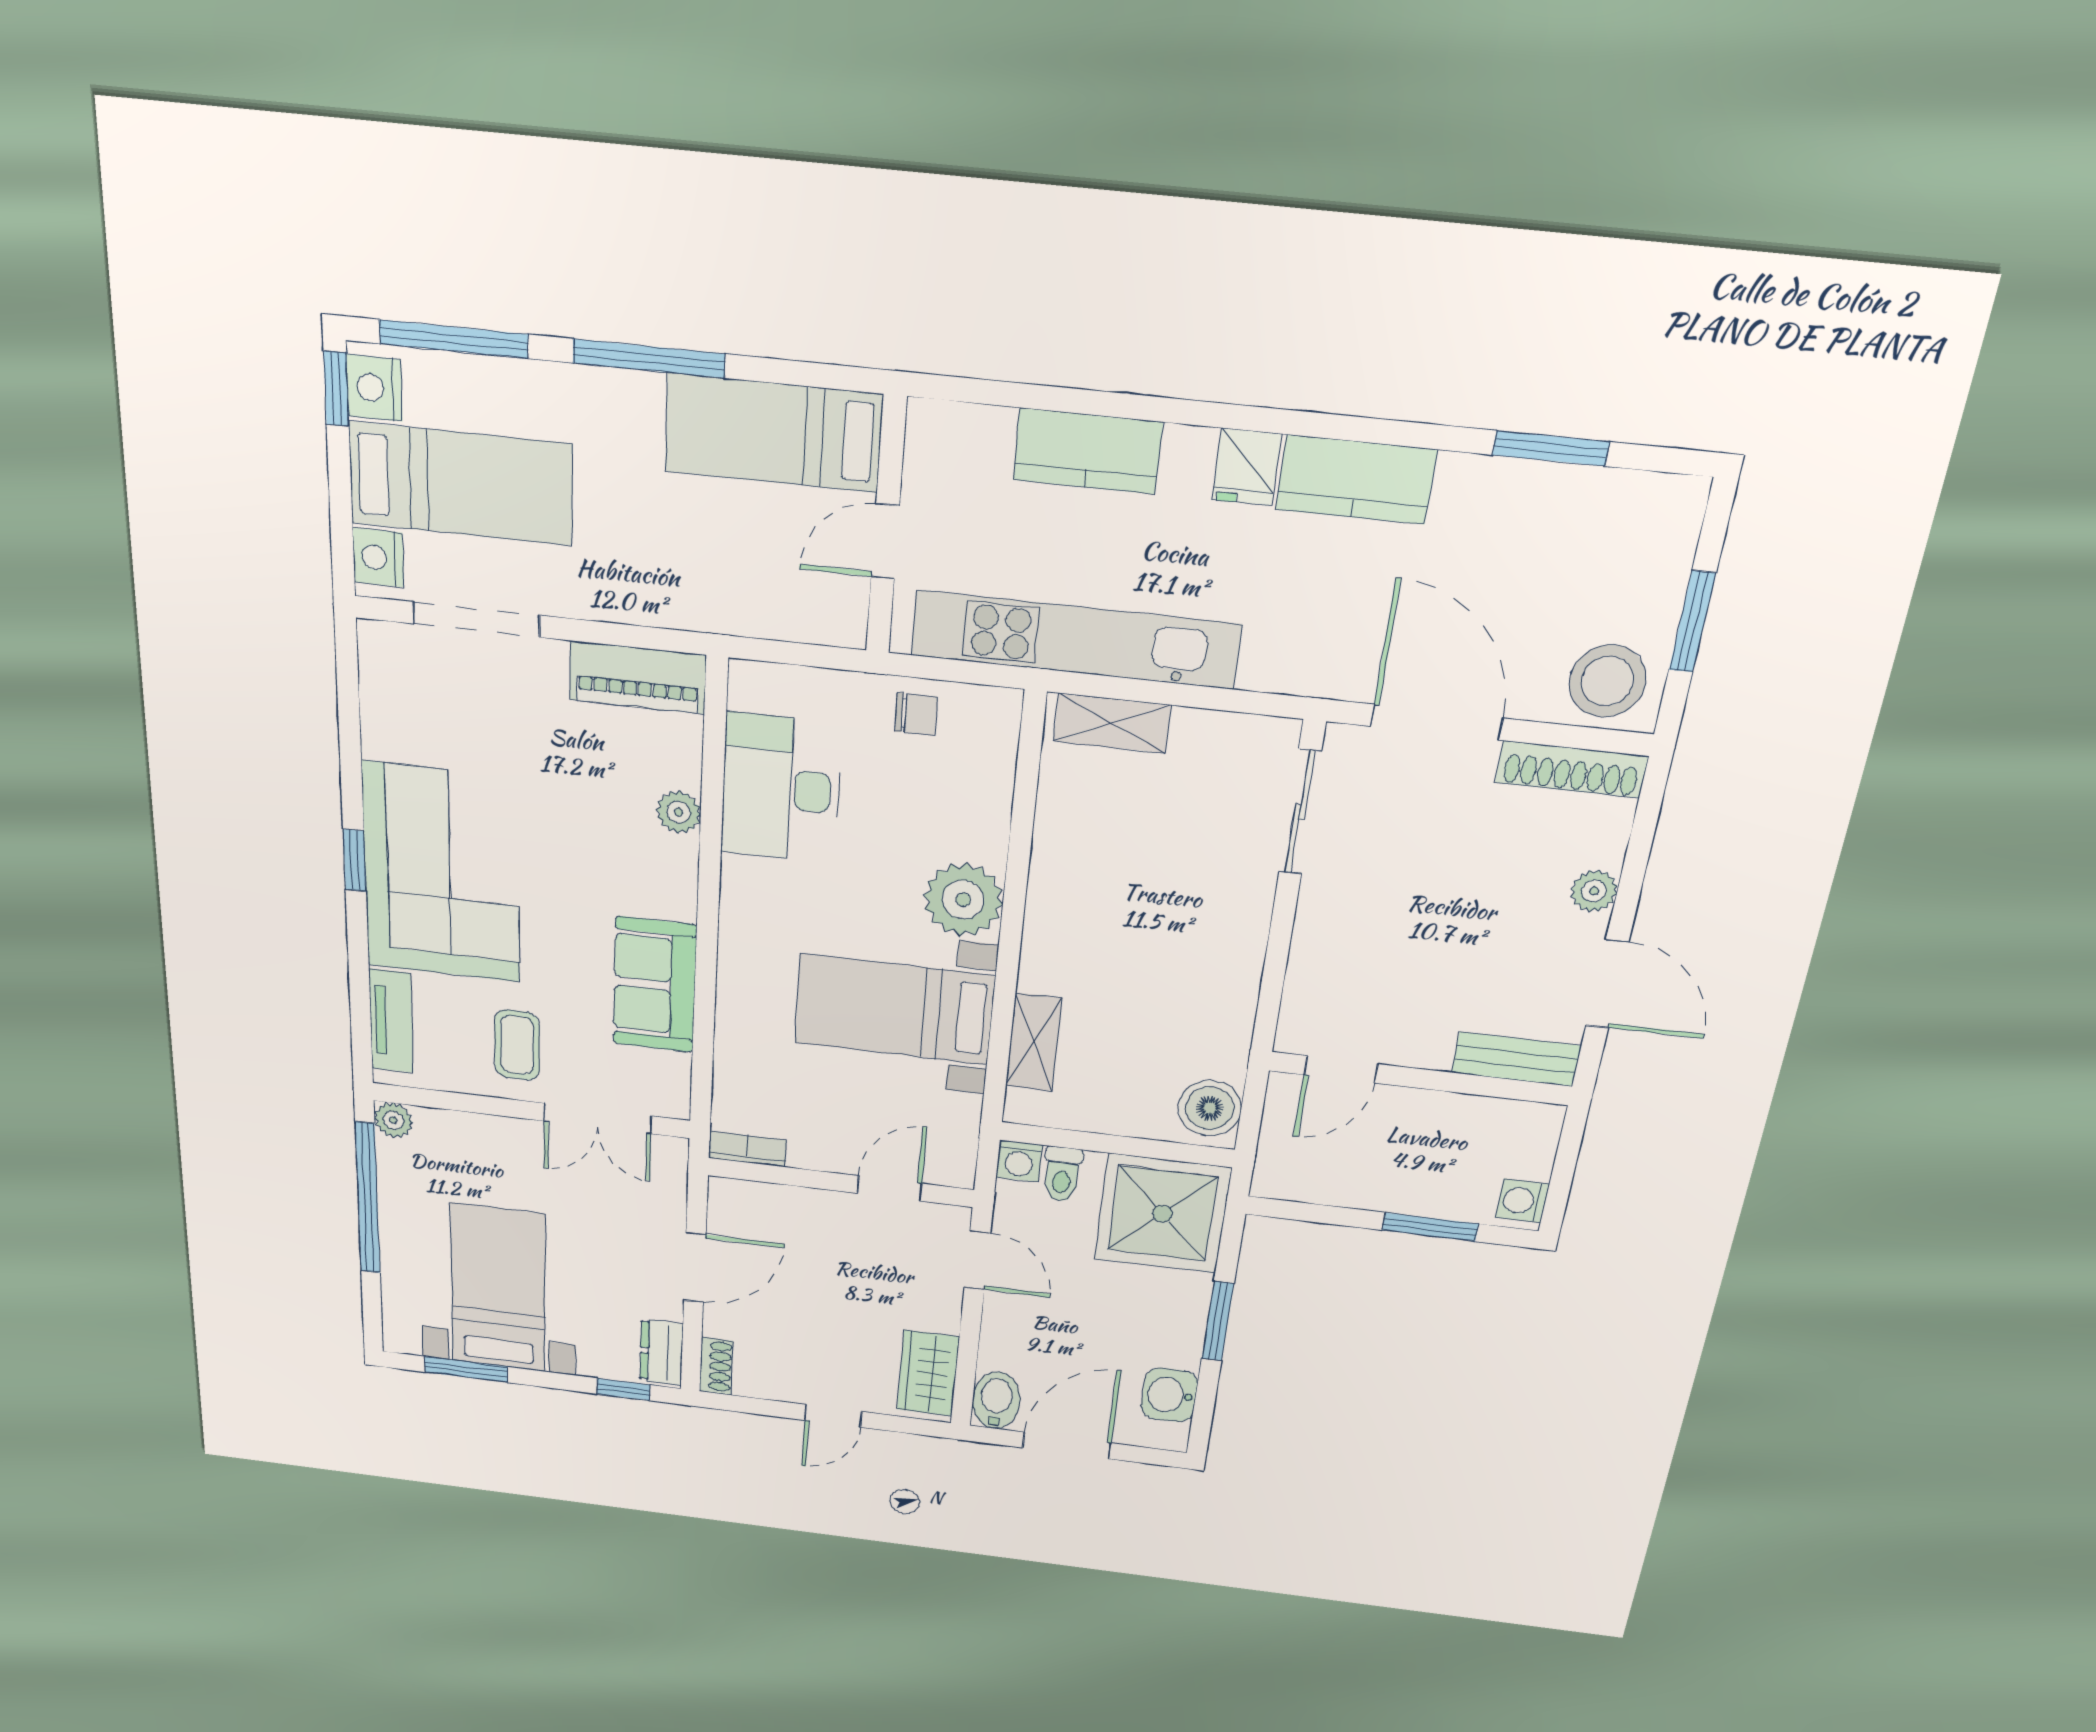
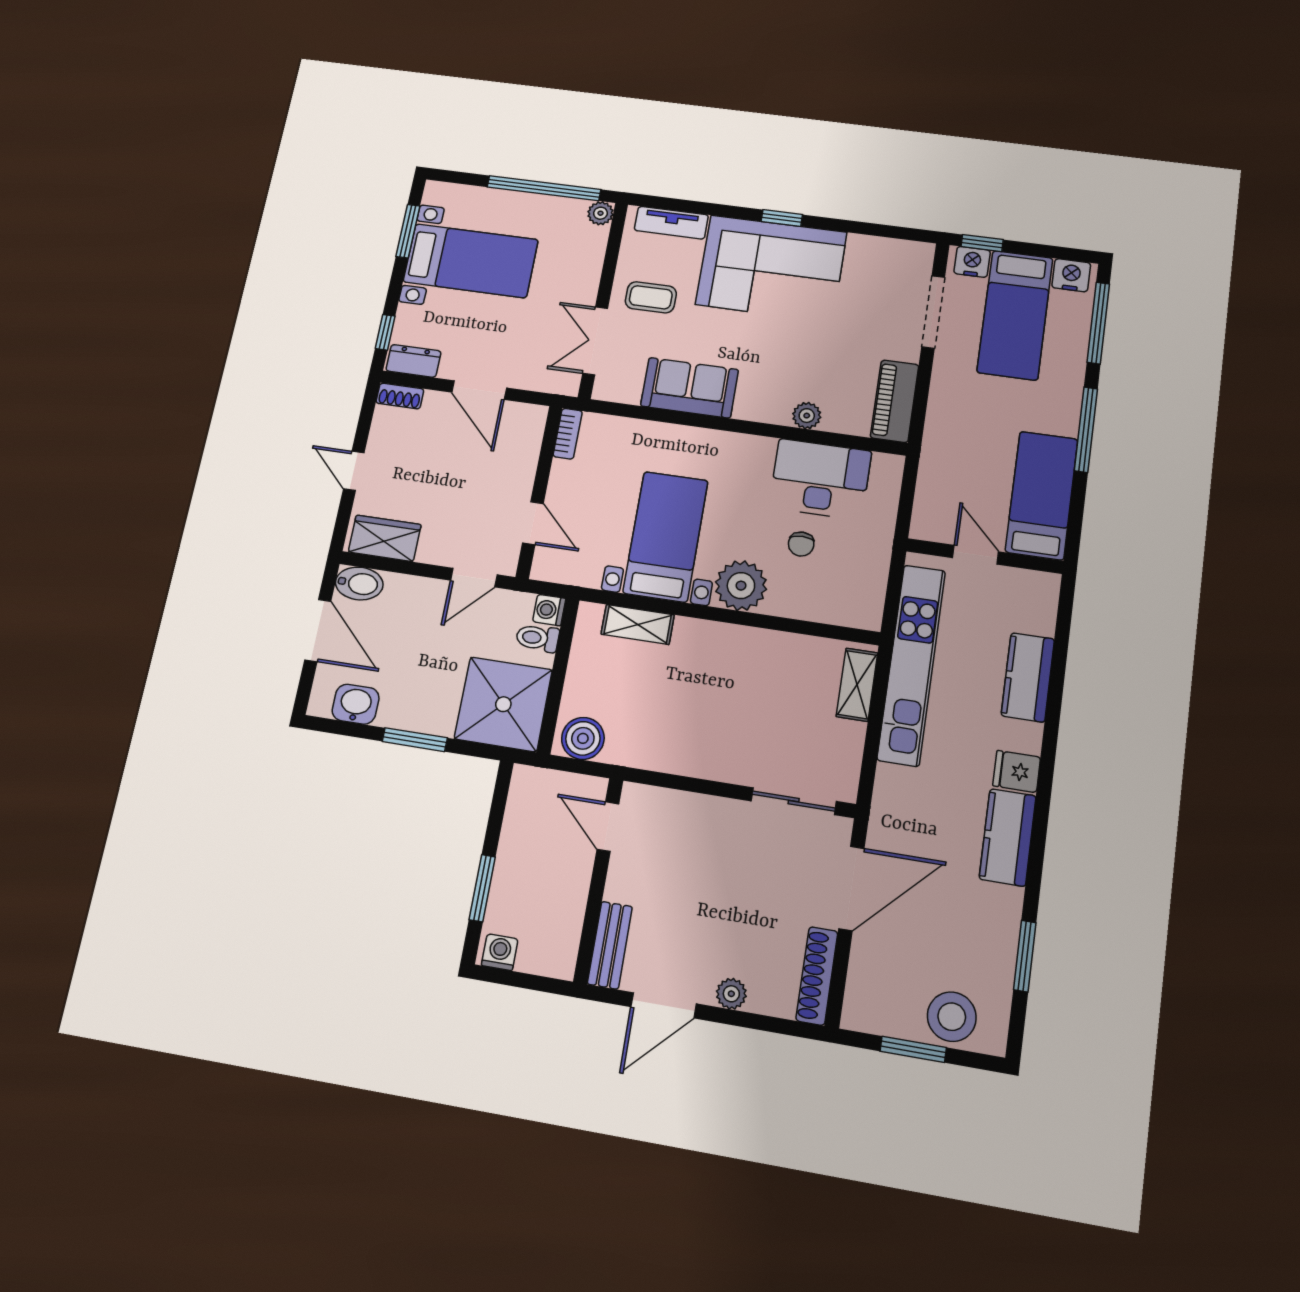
window: (336, 389) -> (982, 243), moved
stool: (1607, 681) -> (952, 1017), moved
chair: (916, 714) -> (801, 544), moved

